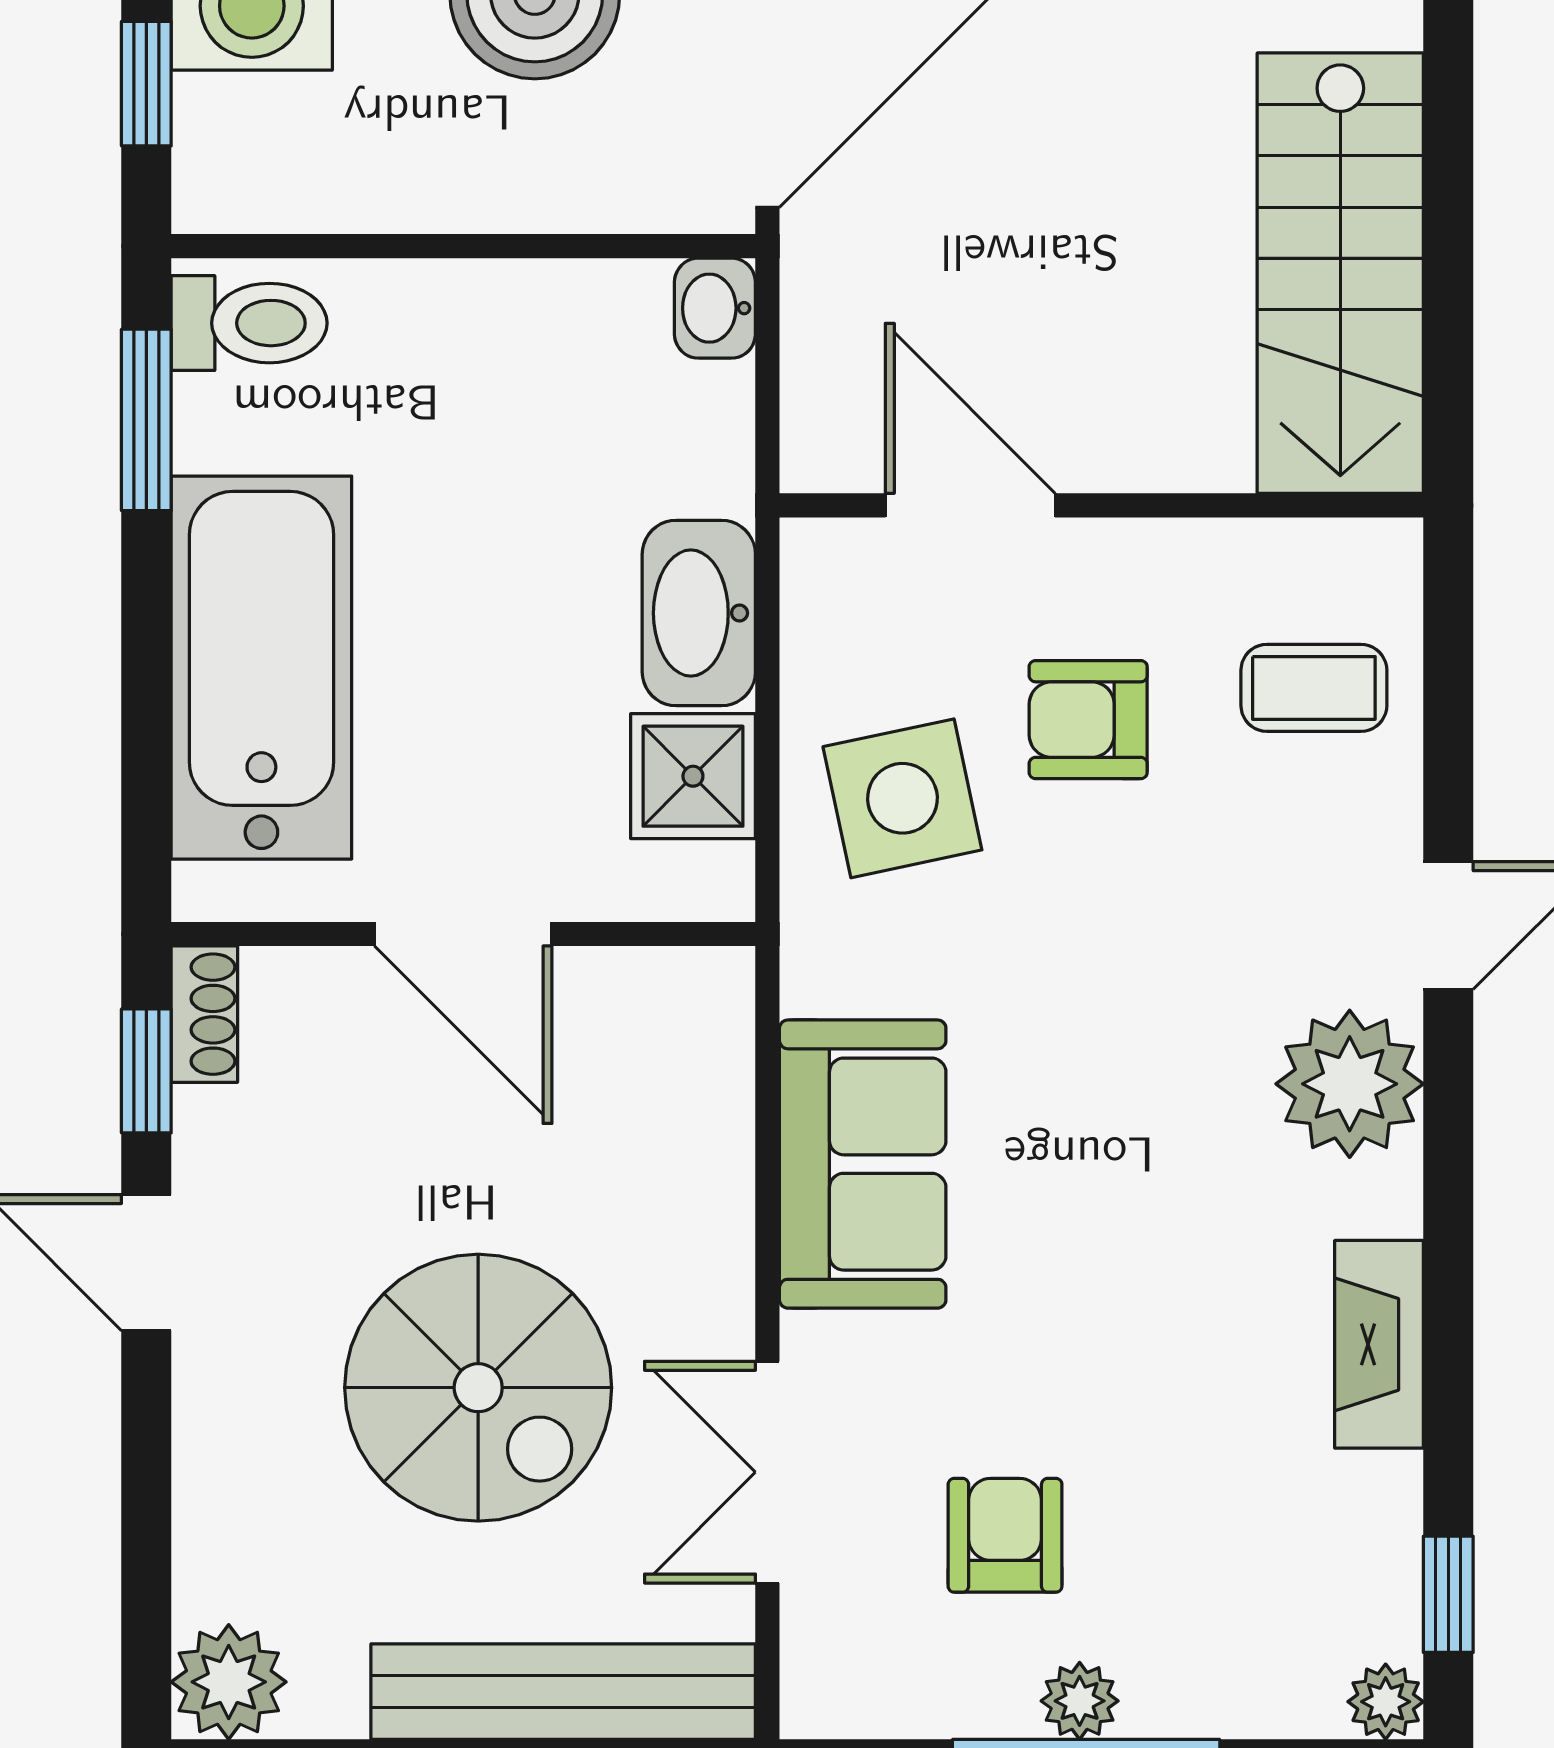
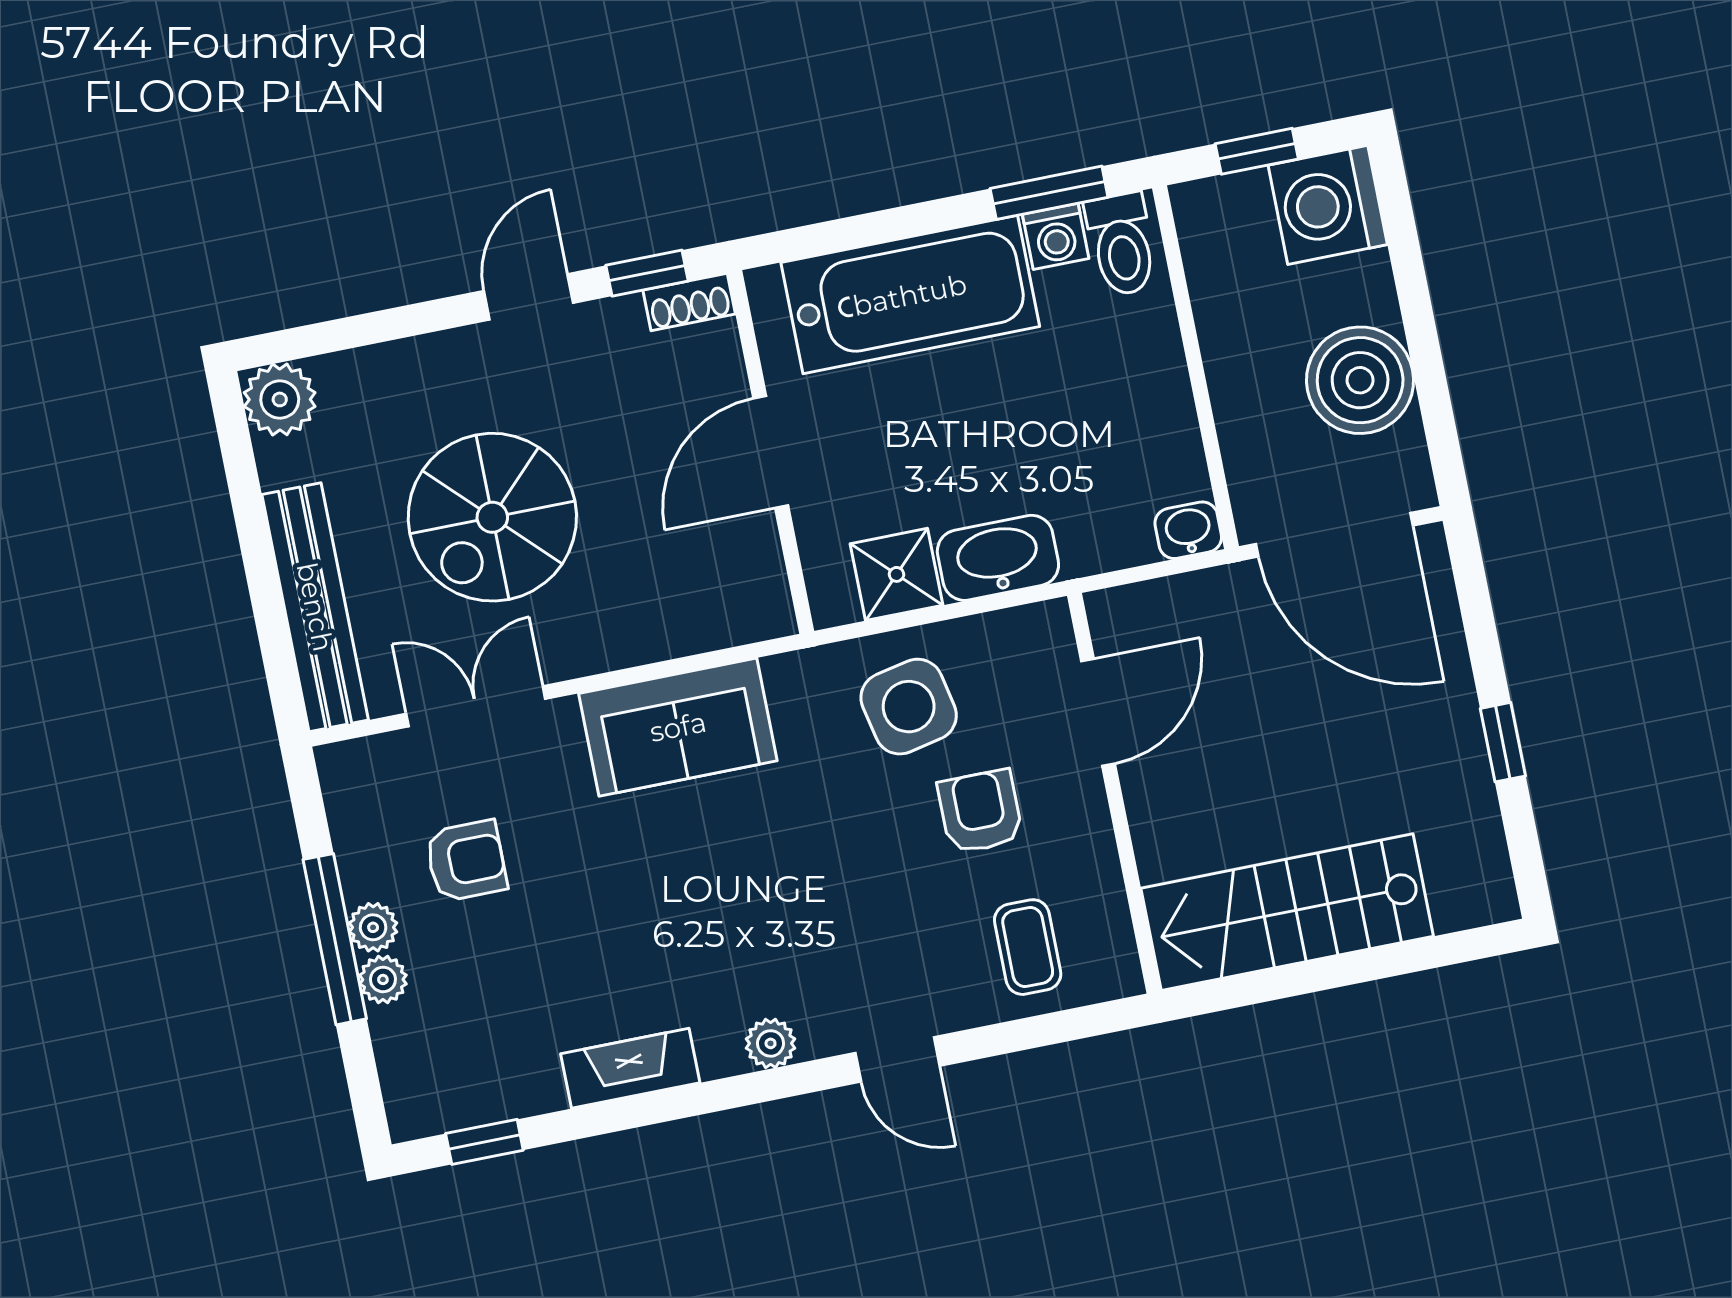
washing machine: (216, 423) -> (1056, 236), added
plant: (1350, 1084) -> (771, 1043), width x0.53, depth x0.53
plant: (1386, 1702) -> (383, 979), moved

